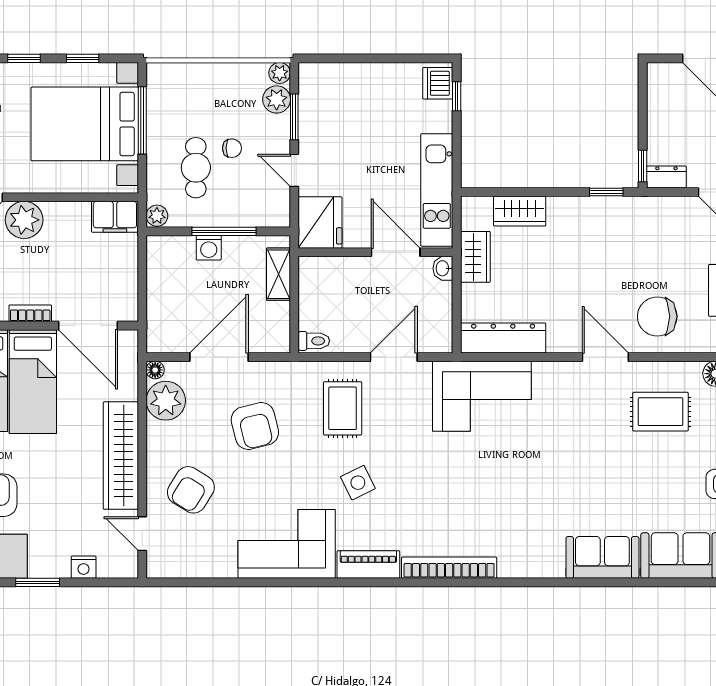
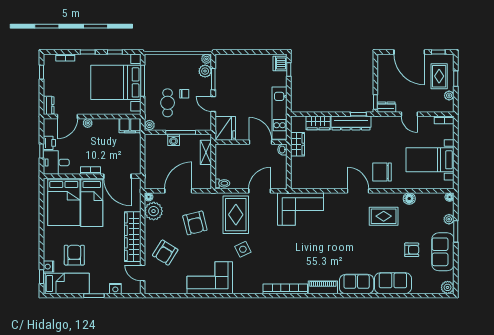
plant: (24, 220) -> (88, 123), width x0.53, depth x0.53
dresser: (503, 338) -> (351, 123), moved, turned 180
rug: (343, 408) -> (236, 215), width x1.36, depth x1.43
piano: (368, 565) -> (323, 287), moved

